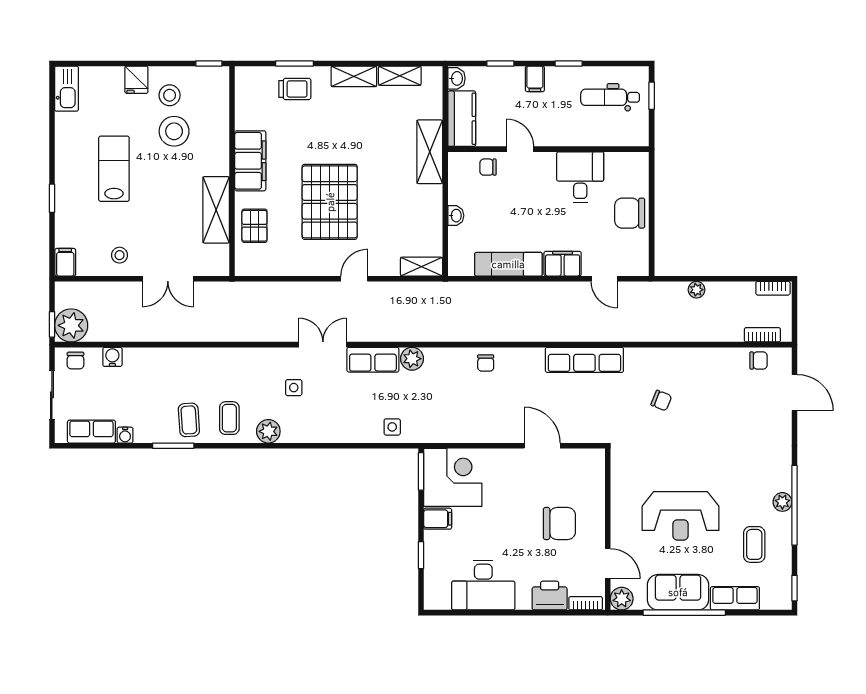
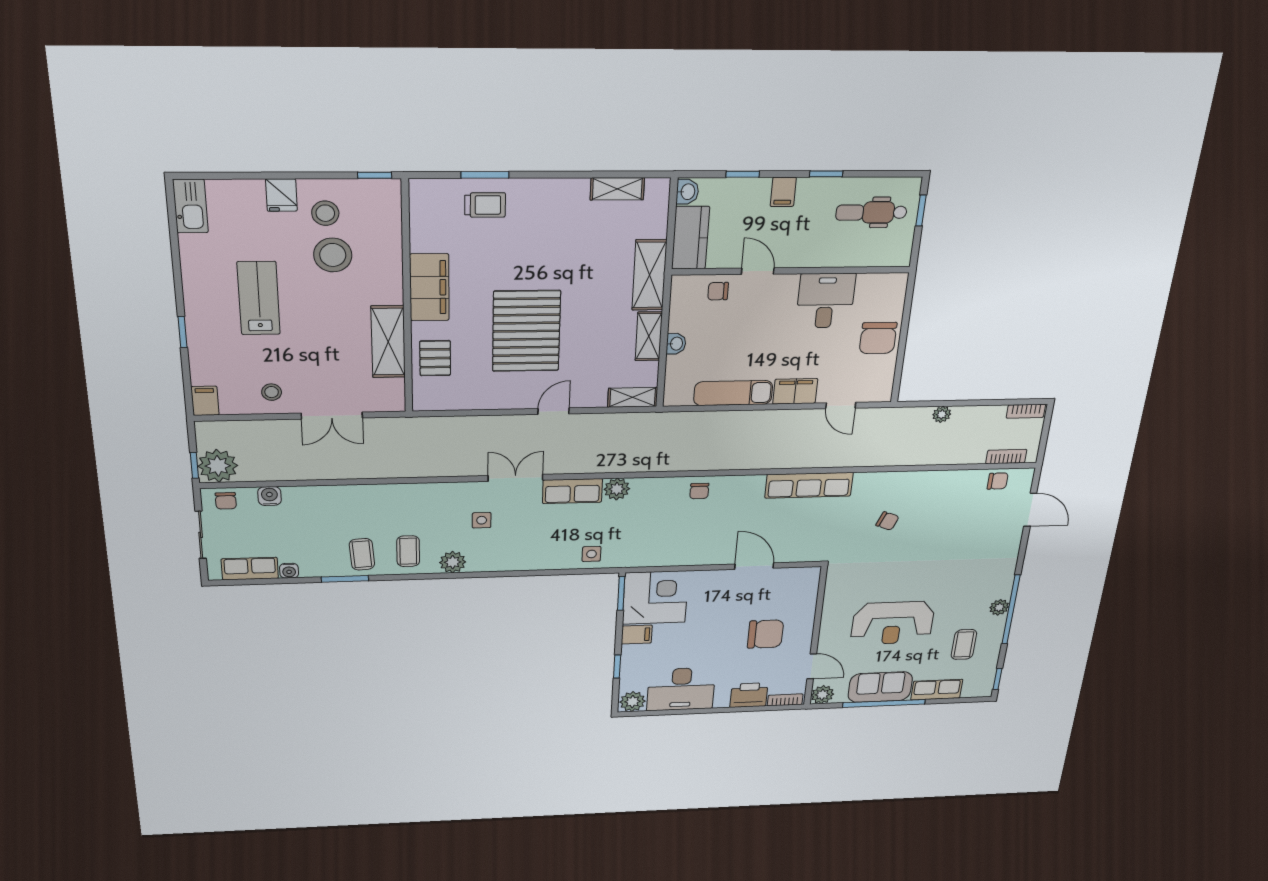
shelving: (354, 76) -> (649, 336), moved, turned 90
chair: (630, 213) -> (878, 338), turned -90
plant: (438, 598) -> (633, 702), added

